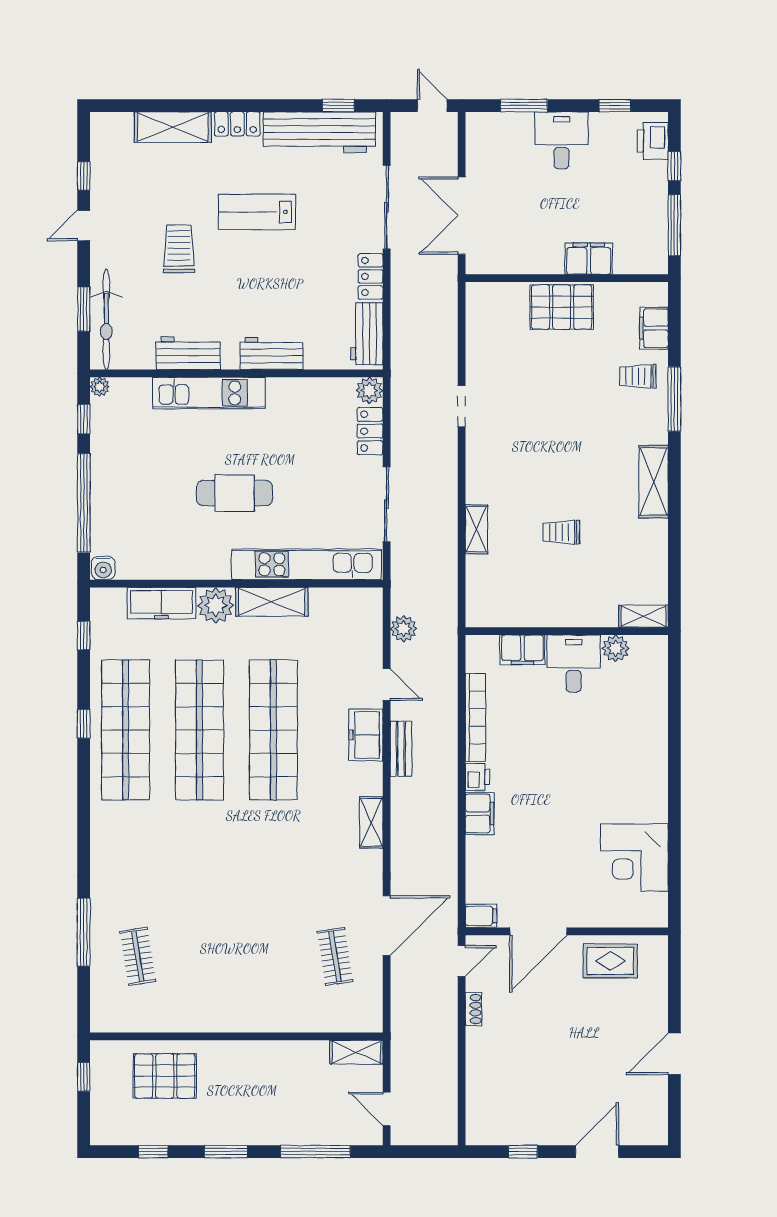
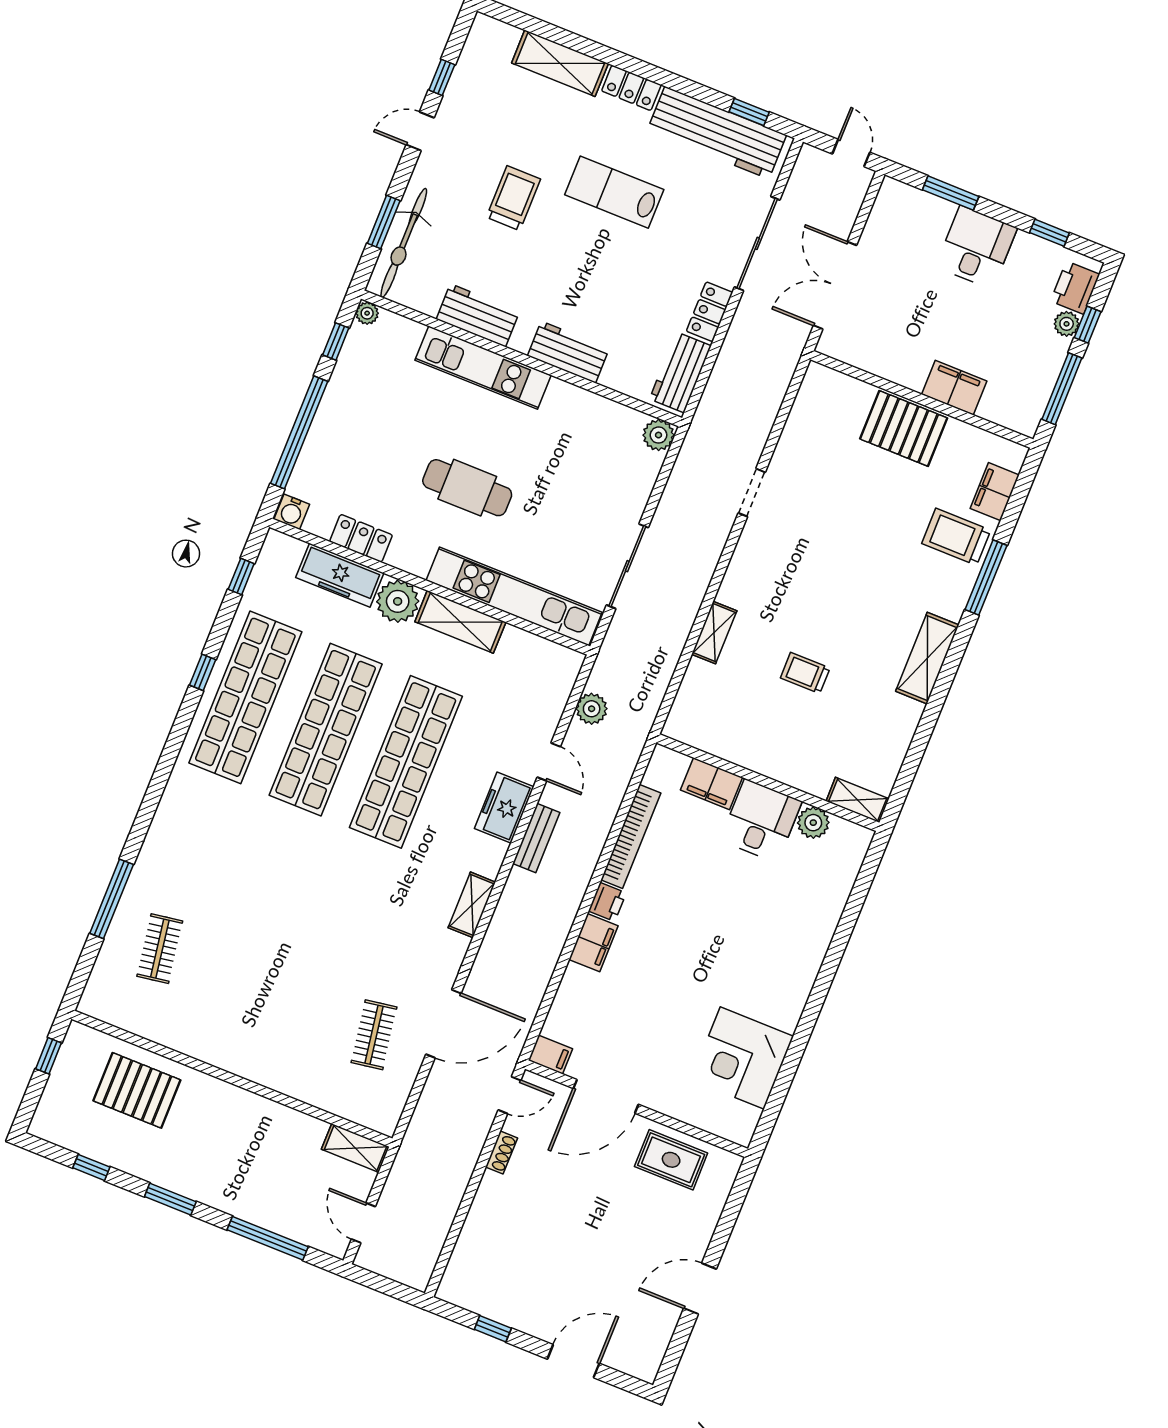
plant: (657, 172) -> (1067, 324), added
trolley: (638, 376) -> (956, 537), width x1.36, depth x1.39
locker: (370, 431) -> (361, 538), moved, turned 90

